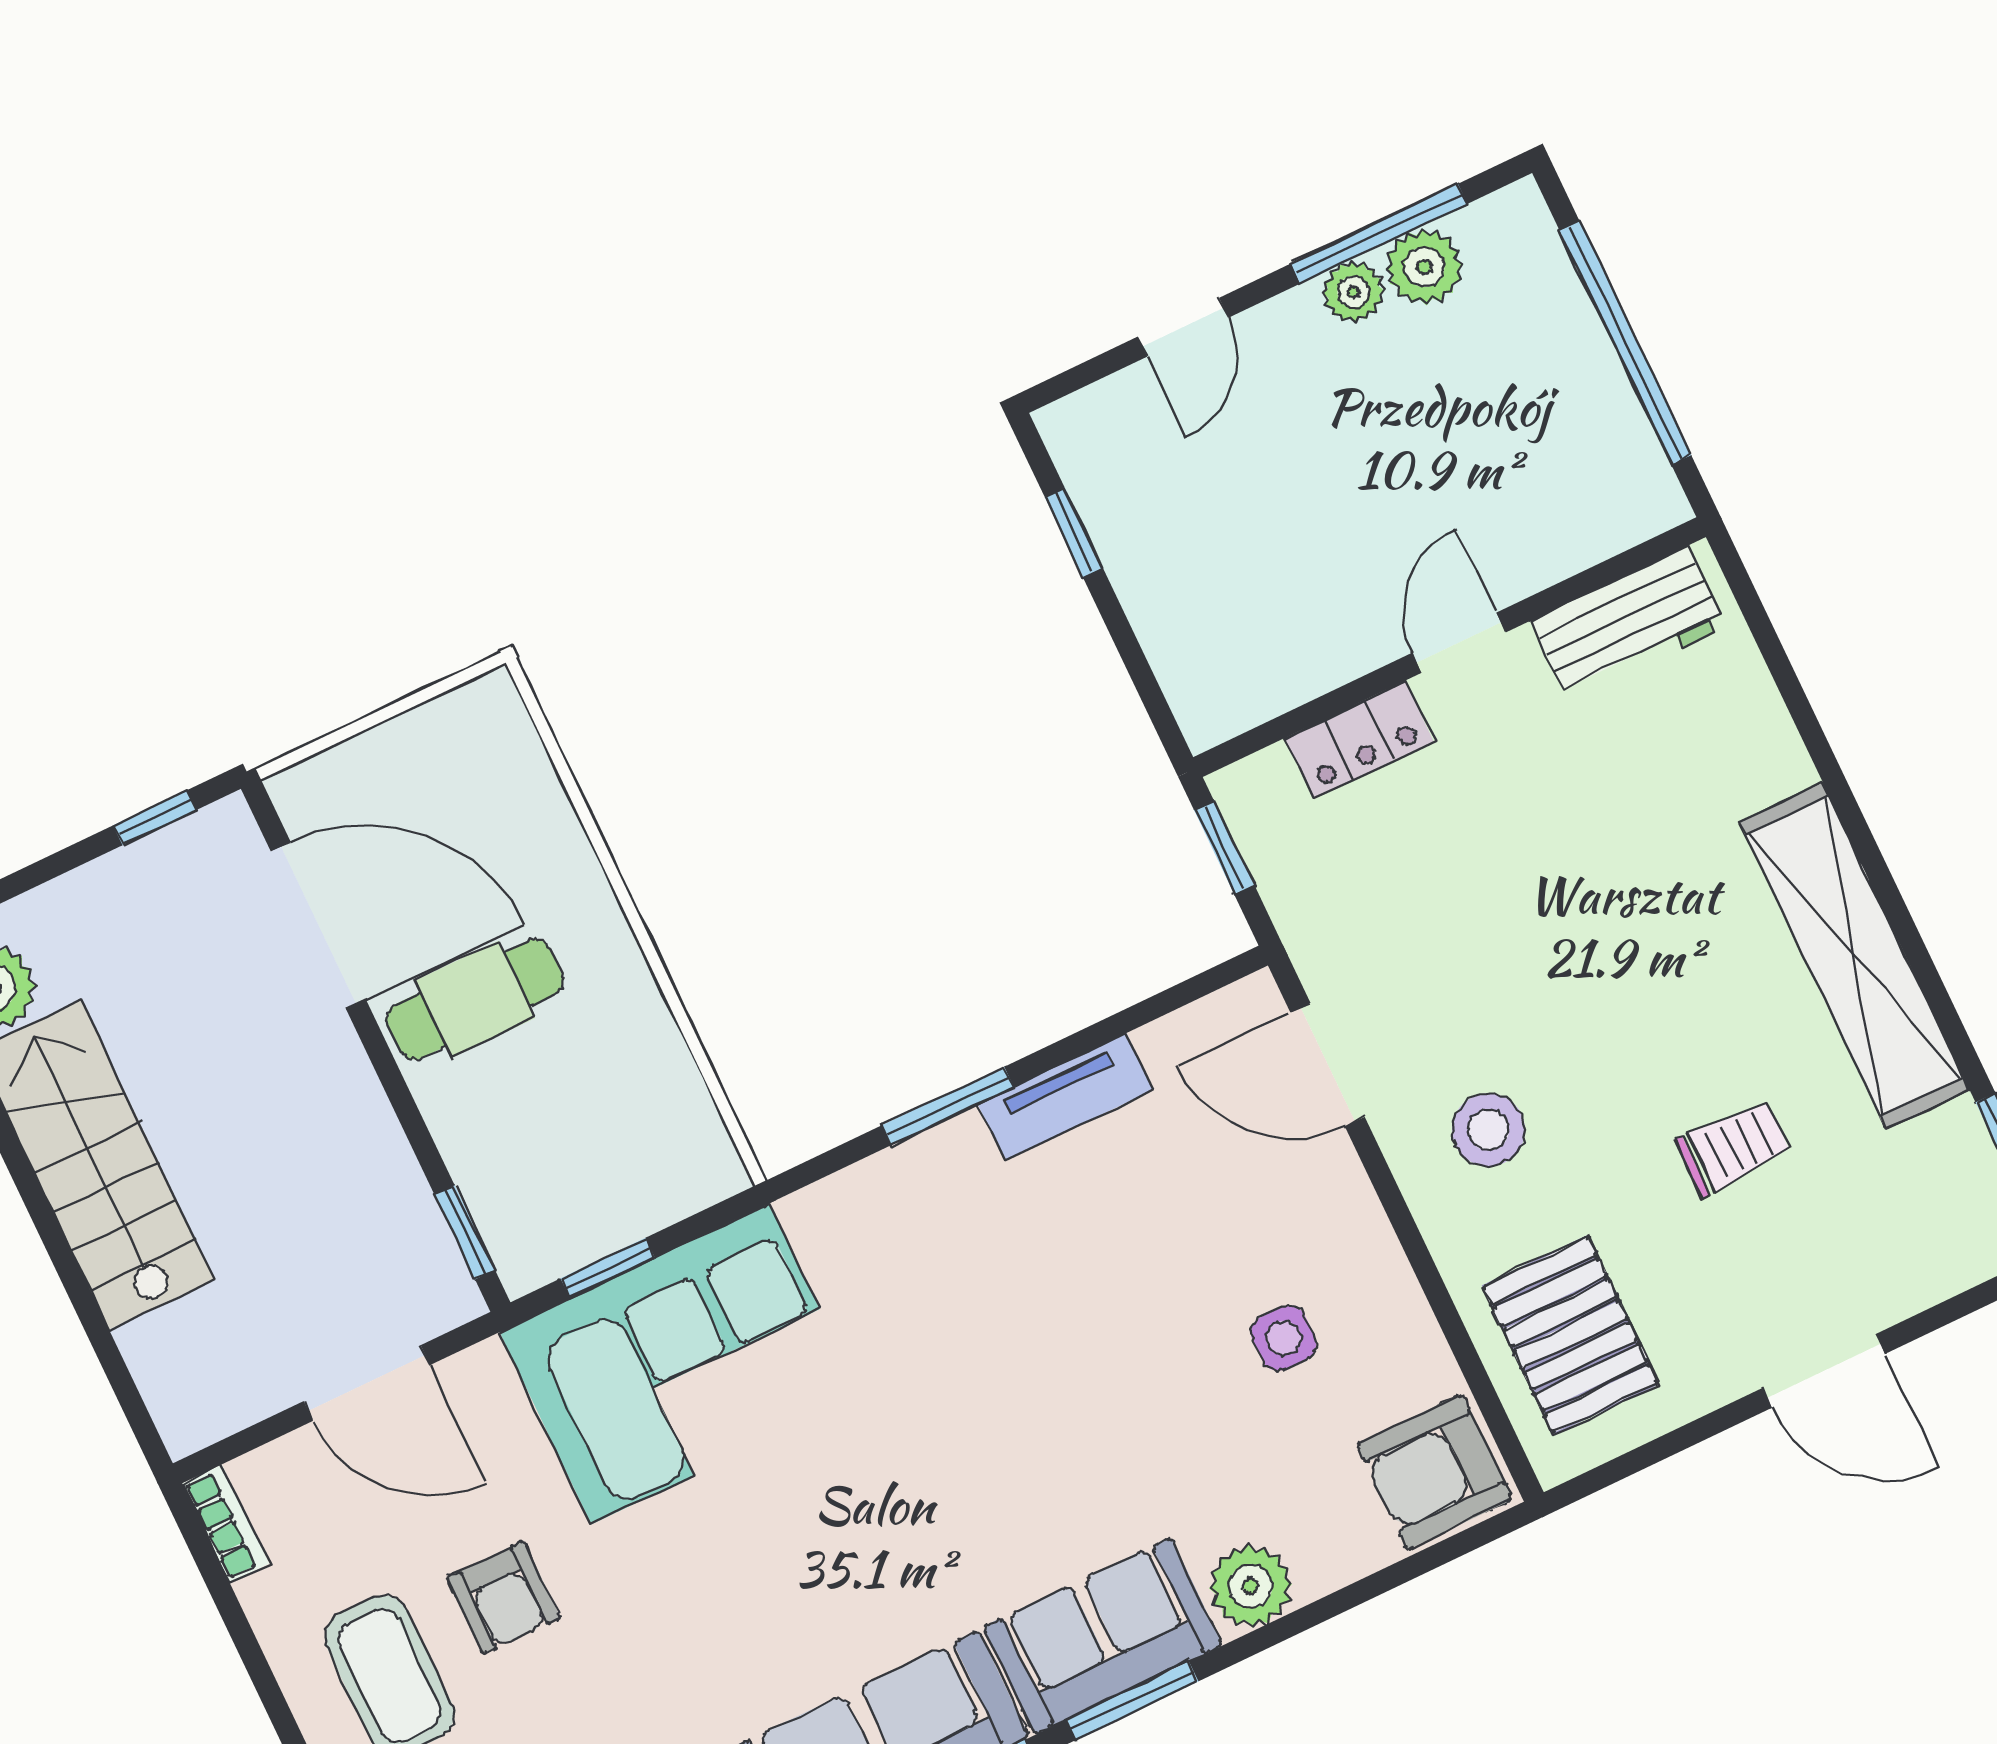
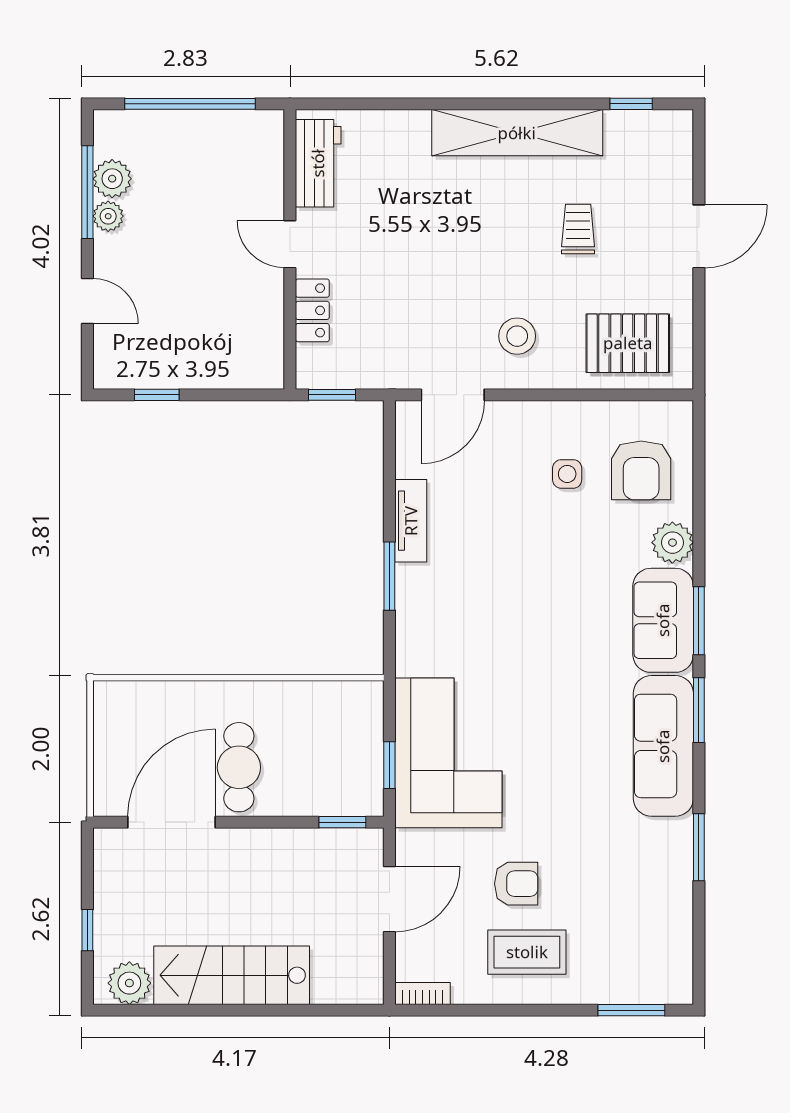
window: (155, 818) -> (87, 930), moved
armchair: (1434, 1472) -> (641, 470), moved

